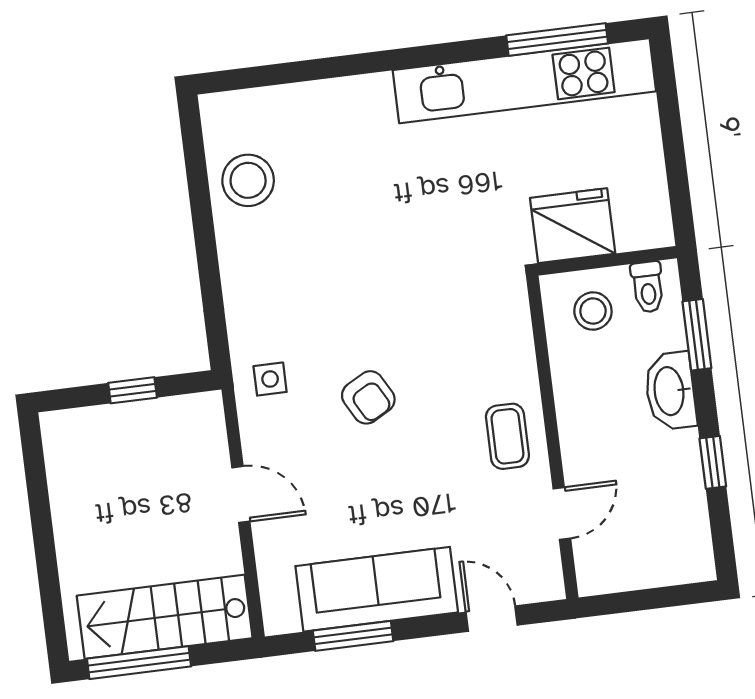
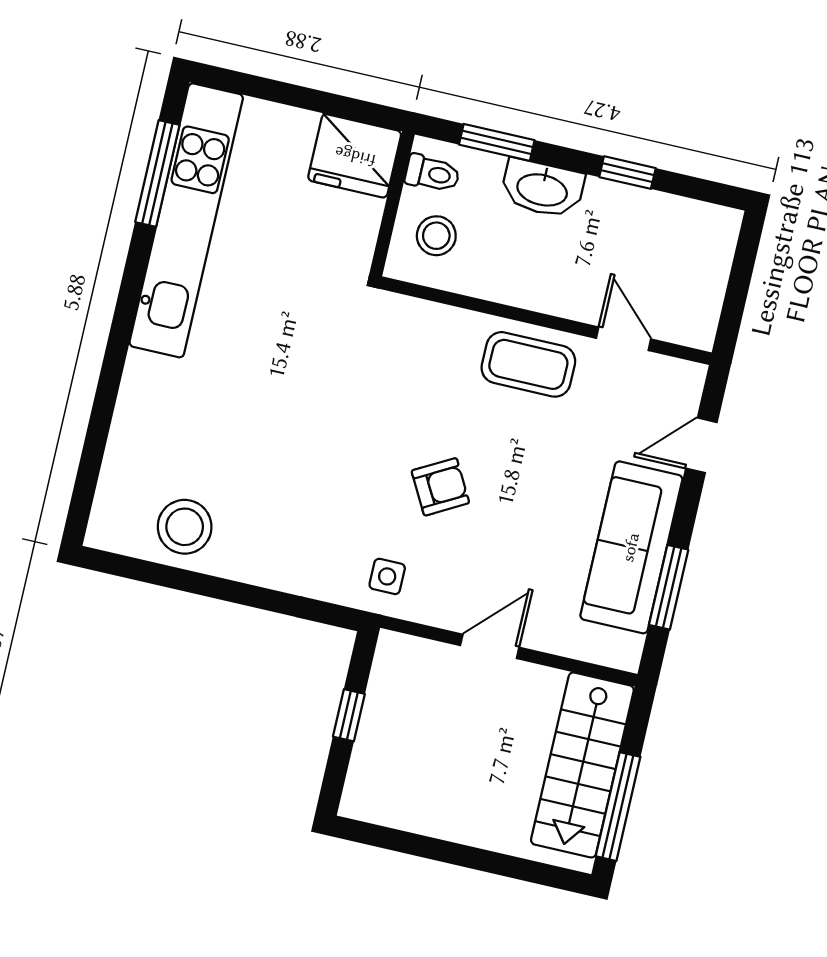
fridge: (573, 226) -> (355, 156), moved, turned -90
coffee table: (507, 436) -> (528, 364), width x1.36, depth x1.30

